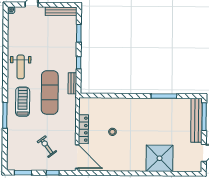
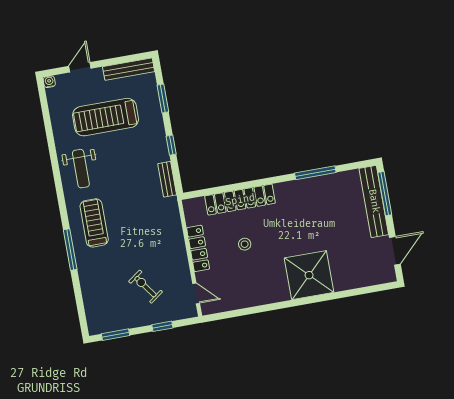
treadmill: (42, 38) -> (106, 117), added
exercise mat: (50, 92) -> (134, 200), removed
locker: (115, 104) -> (240, 200), added
door: (77, 156) -> (196, 293), width x0.53
shower: (160, 158) -> (309, 275), moved

